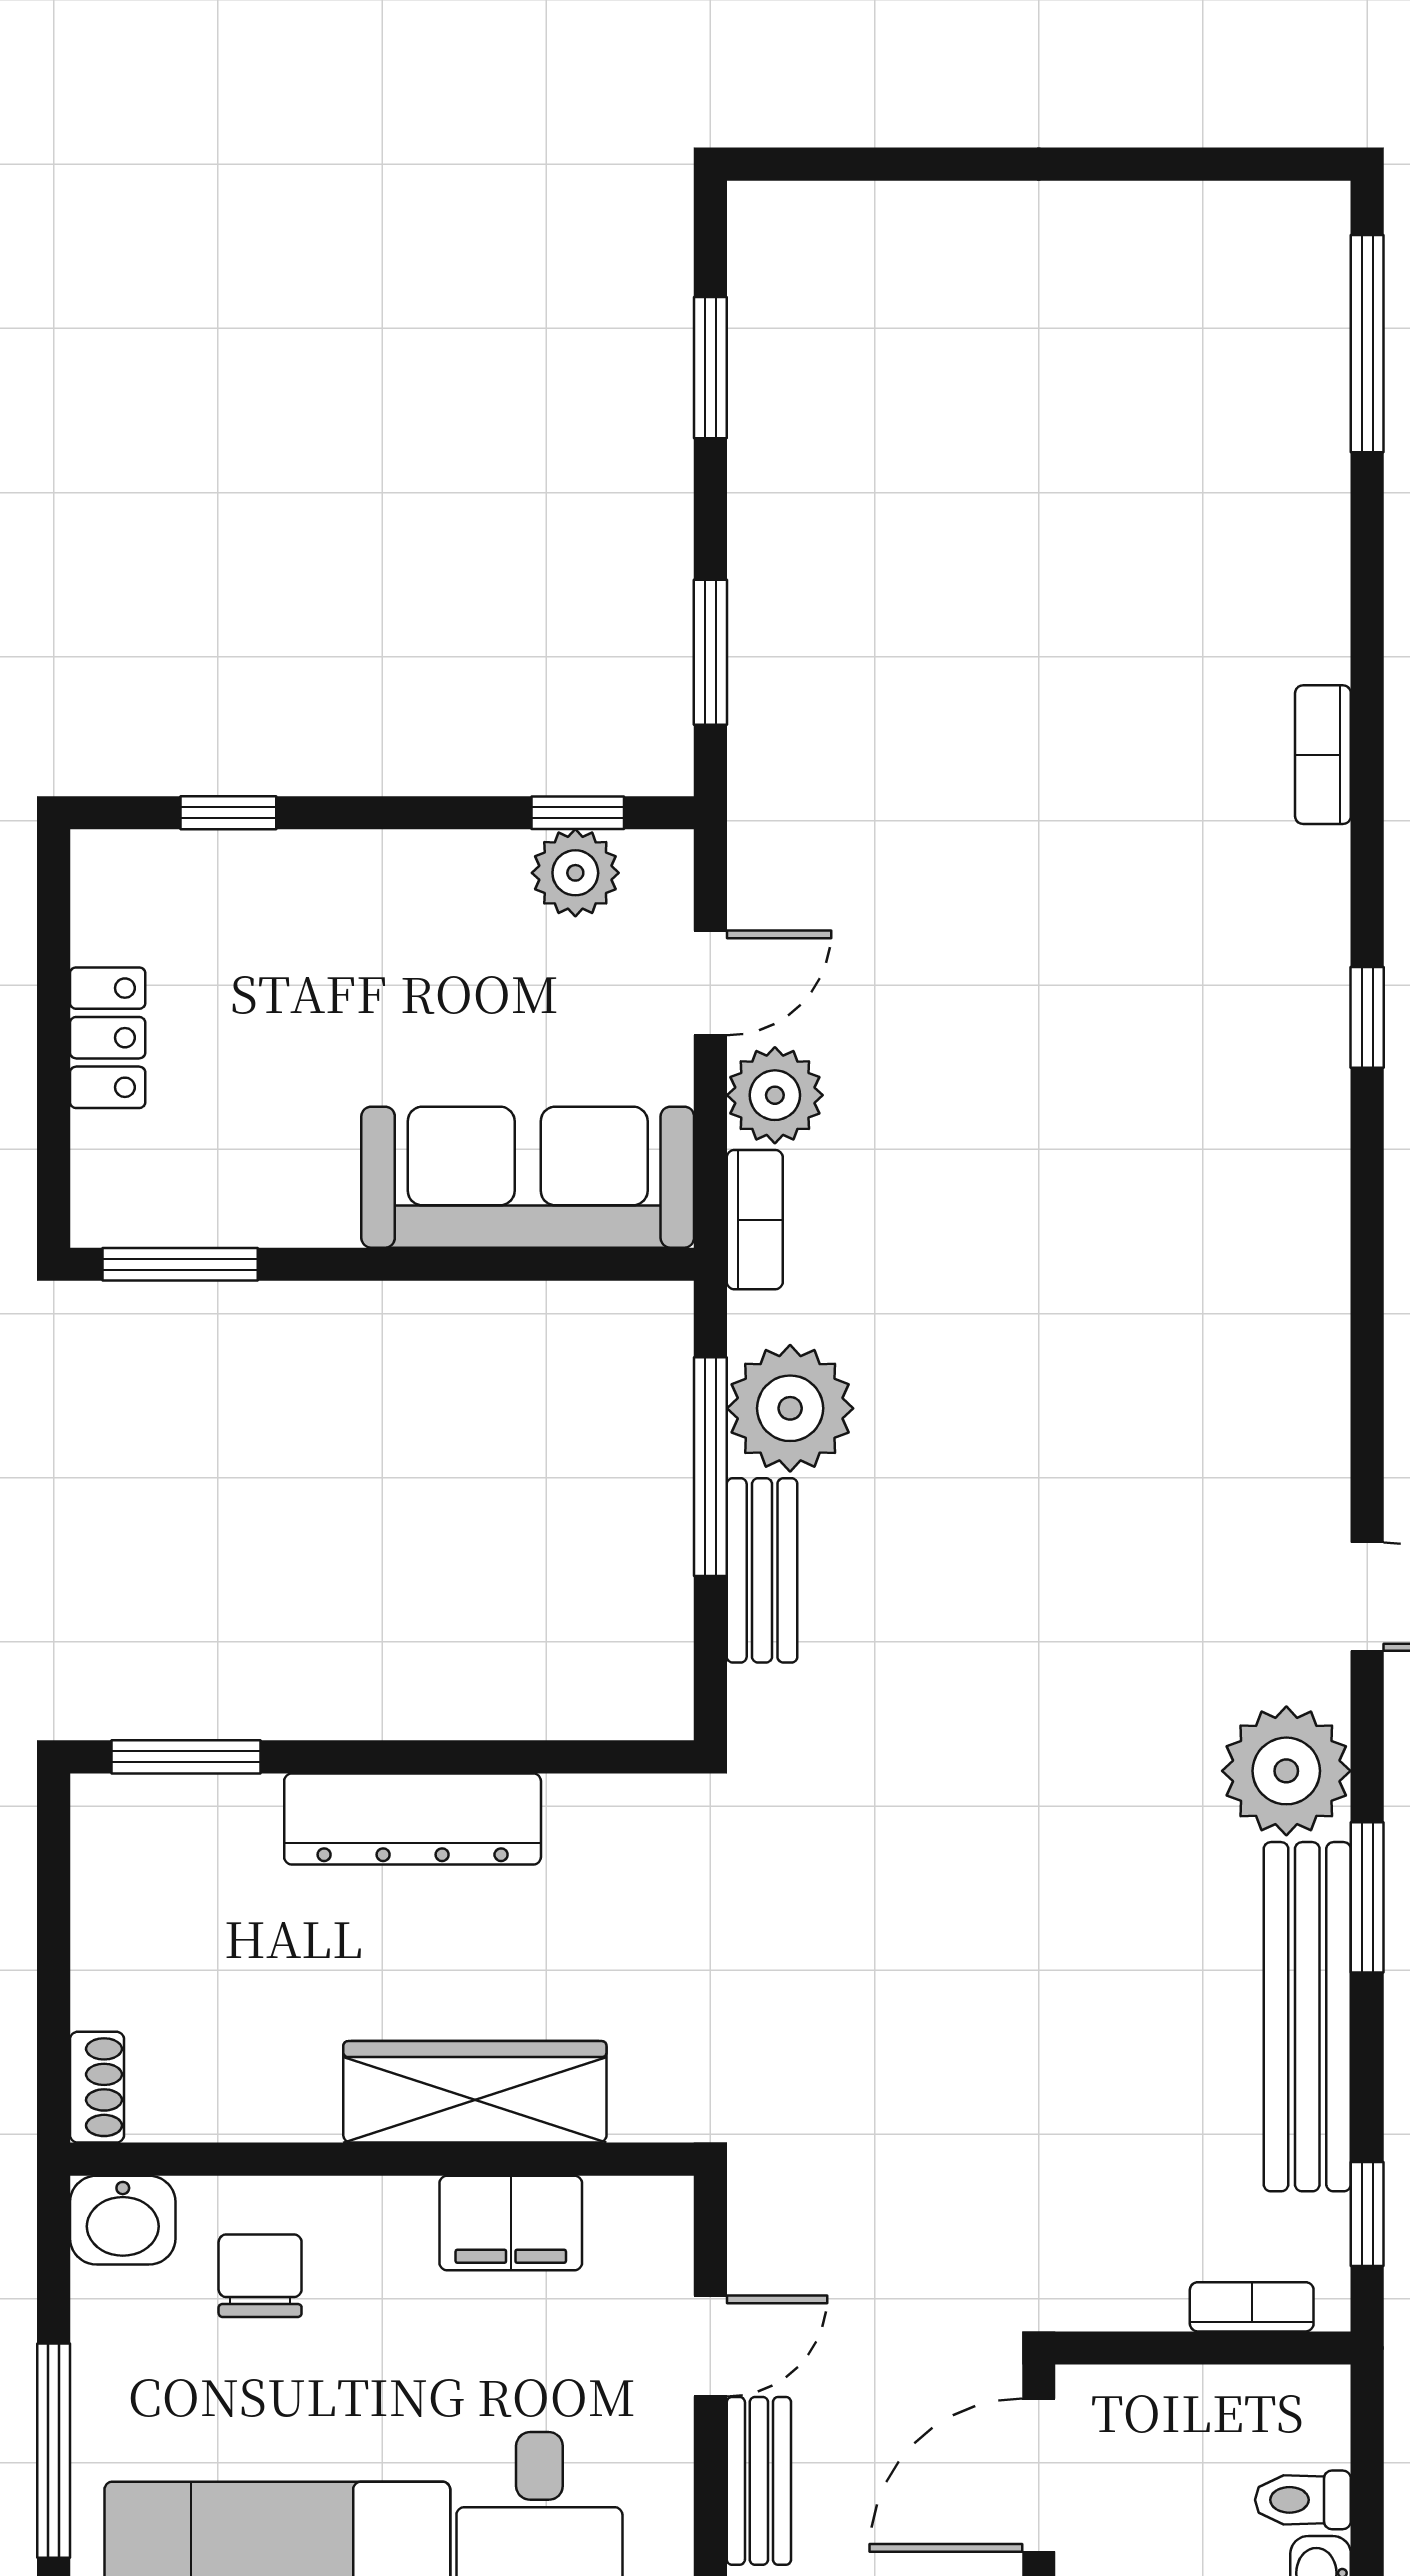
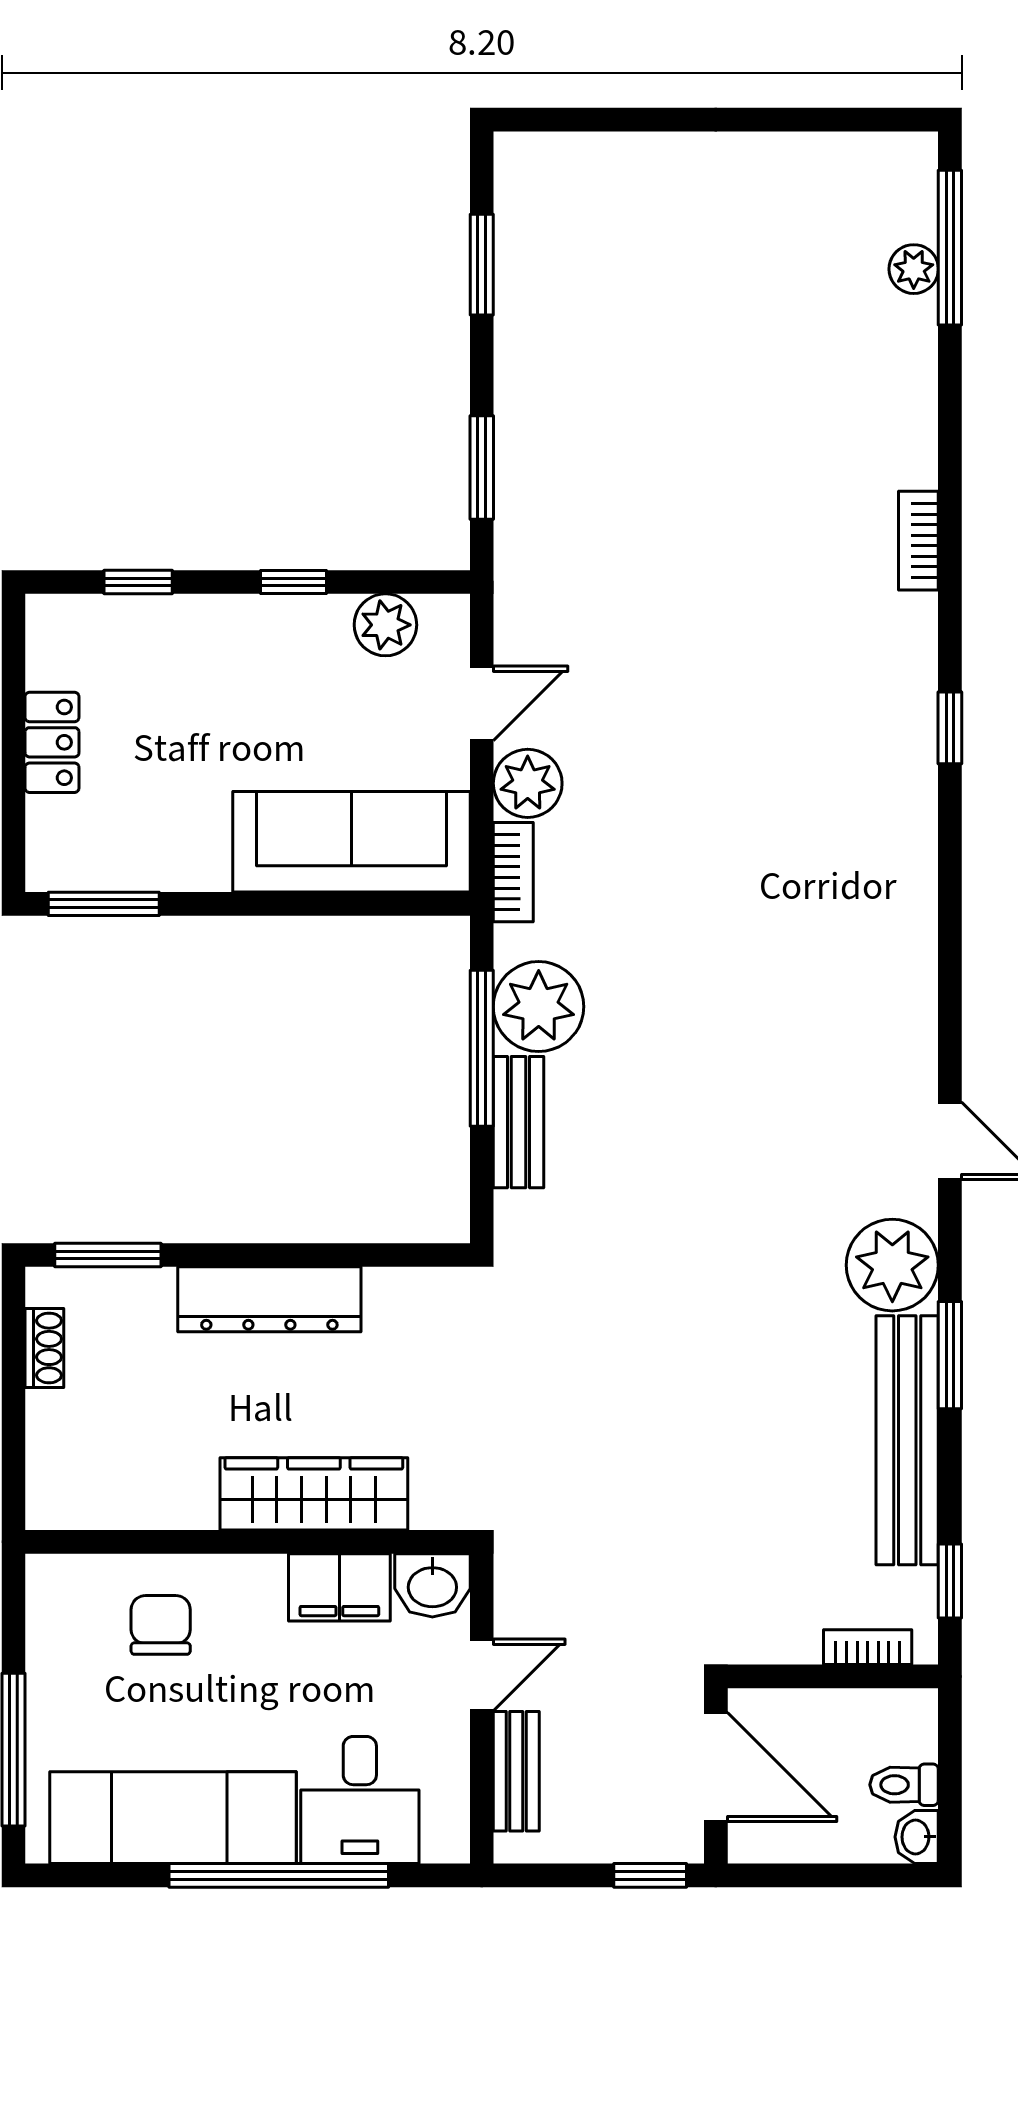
plant: (1316, 374) -> (914, 269), added
window: (578, 813) -> (293, 582), moved
shoe rack: (97, 2087) -> (44, 1348), moved
washbasin: (123, 2220) -> (432, 1585), moved
door: (1039, 2475) -> (716, 1767), swing flipped

